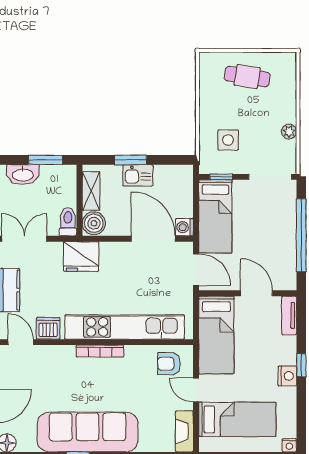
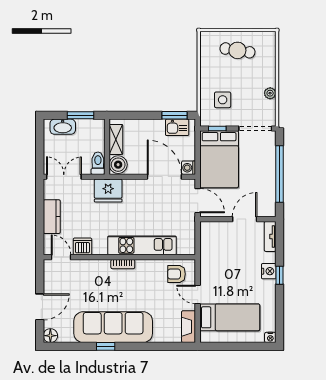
window: (131, 160) -> (174, 115), moved
kitchen sink: (138, 175) -> (177, 127), moved
bed: (215, 216) -> (219, 159), width x1.50
door: (256, 293) -> (245, 219), hinge flipped
kitchen unit: (125, 327) -> (142, 245), width x0.73
bed: (216, 335) -> (213, 252), removed
bookcase: (100, 351) -> (123, 264), width x0.64
nightstand: (287, 376) -> (269, 271), moved

